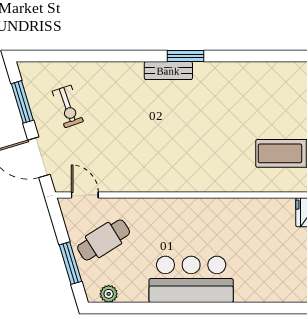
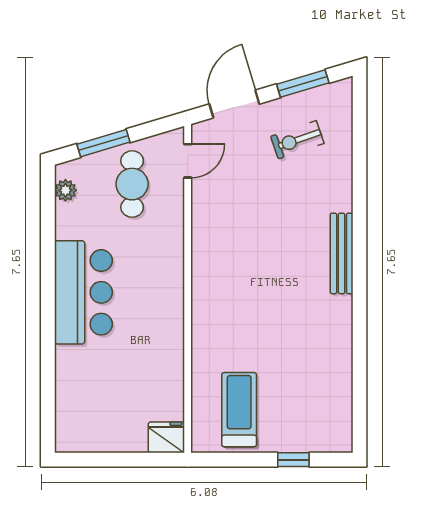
window: (185, 56) -> (360, 285), removed
bench: (168, 71) -> (342, 253), width x1.36
cafe table: (104, 240) -> (132, 184), turned 32

